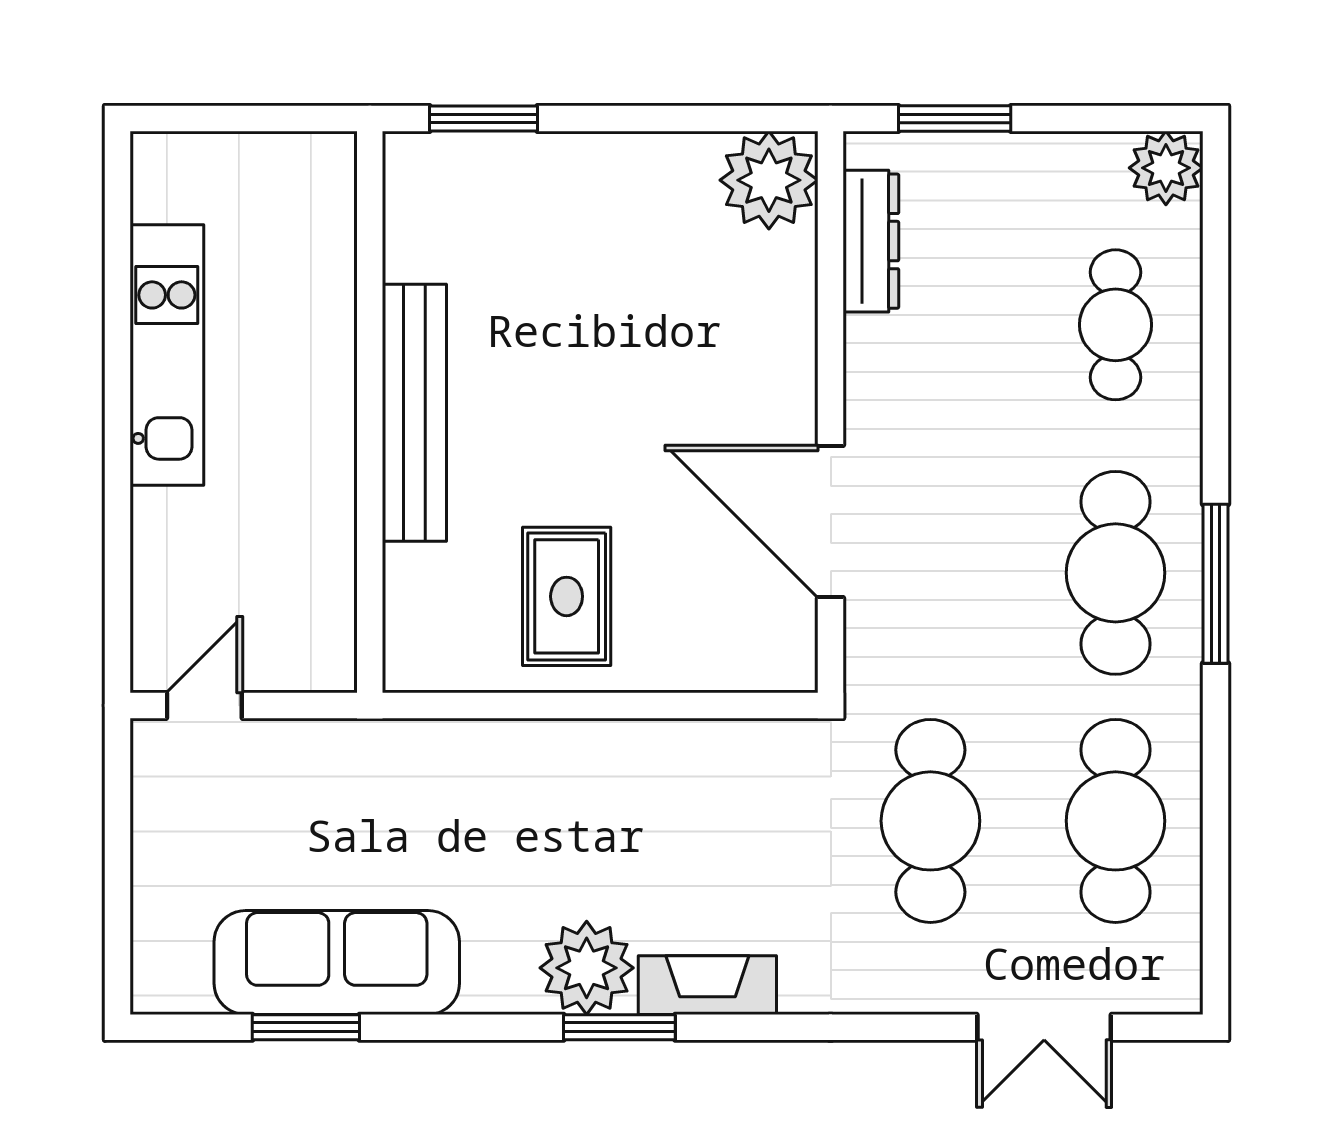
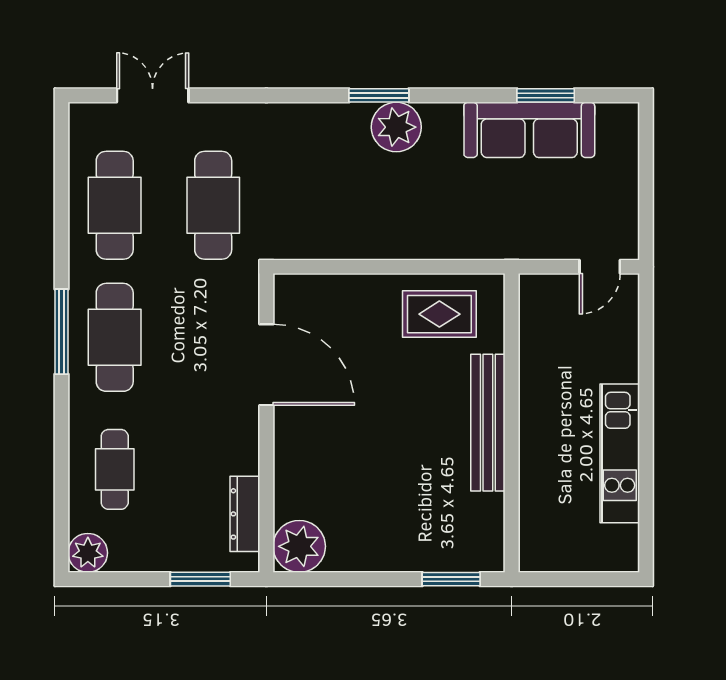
rug: (567, 596) -> (439, 314), moved, turned 90
fireplace: (707, 985) -> (332, 118), removed

